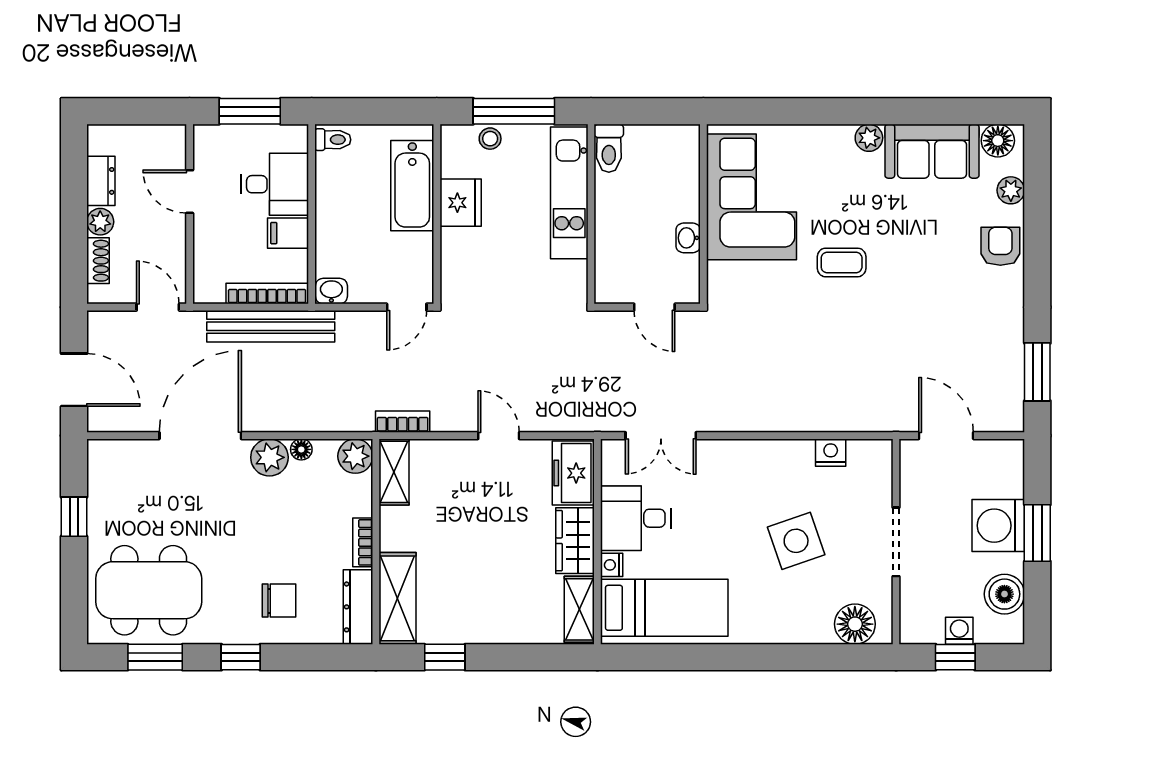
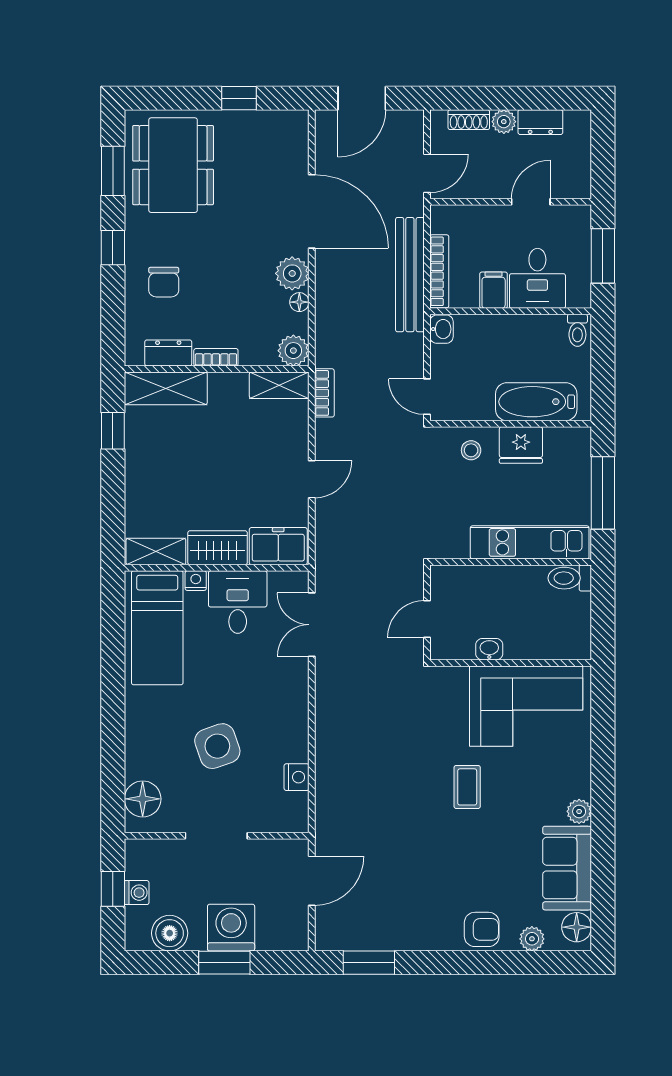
stool: (490, 139) -> (471, 450), moved
dresser: (358, 607) -> (168, 353), width x0.70

